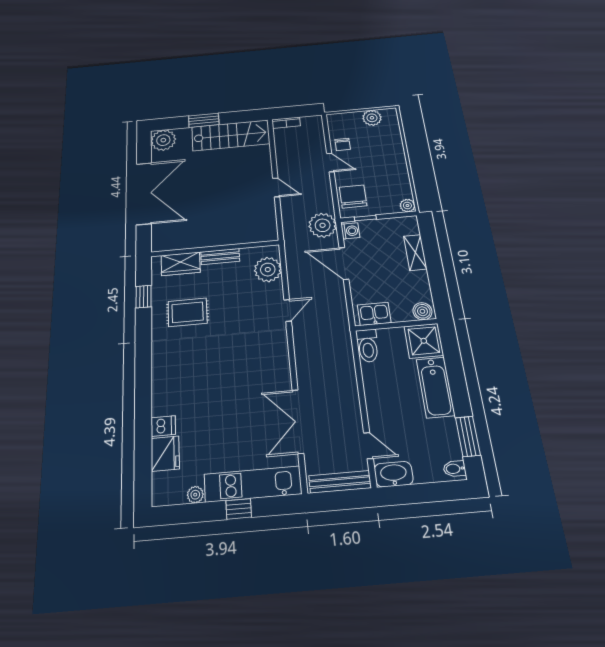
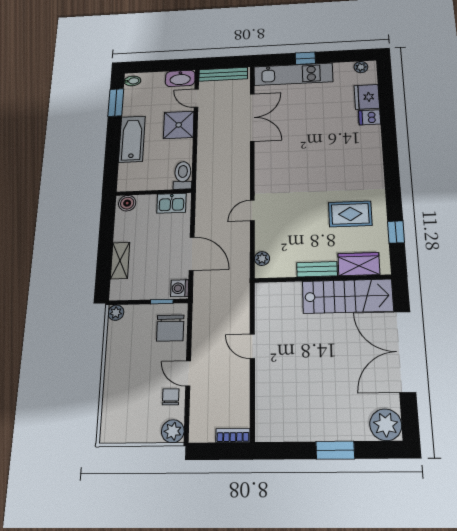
plant: (372, 118) -> (173, 431), moved
stairs: (231, 135) -> (348, 296), moved, turned 180
plant: (323, 225) -> (207, 297), removed
plant: (268, 270) -> (262, 259), width x0.53, depth x0.53
shower: (424, 341) -> (179, 125), moved
plant: (195, 495) -> (361, 67), moved

